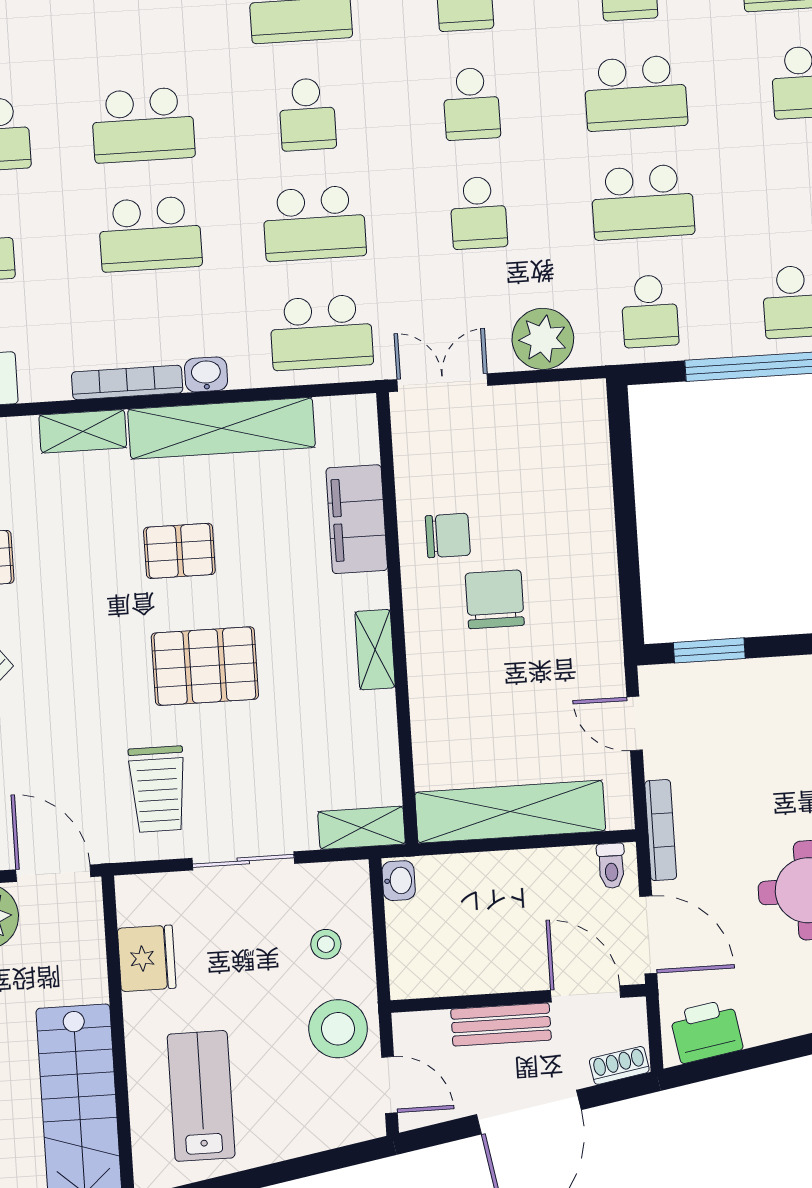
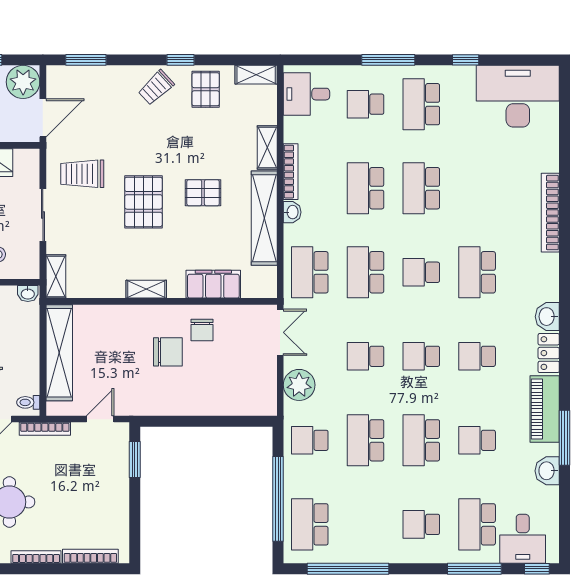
pallet: (179, 551) -> (203, 193), turned 90

